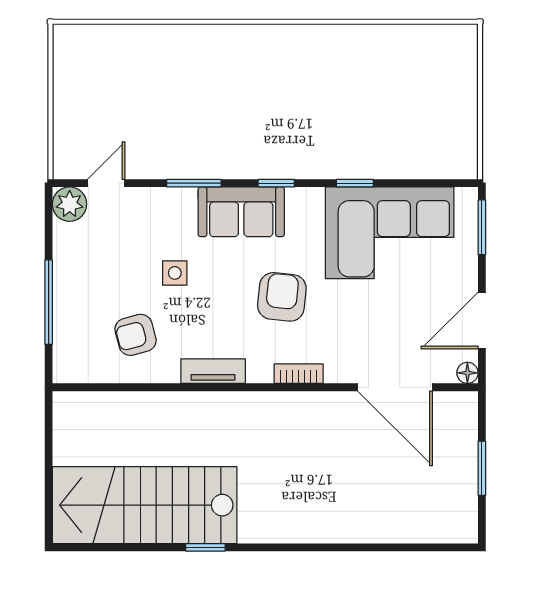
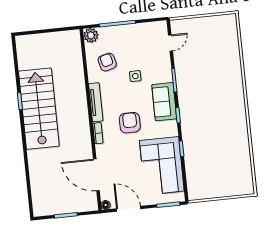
door: (106, 183) -> (170, 43), hinge flipped
plant: (70, 204) -> (91, 35), moved
armchair: (282, 297) -> (130, 123), turned -96
tv unit: (213, 371) -> (96, 102), width x1.41
door: (395, 387) -> (96, 175), hinge flipped
stairs: (145, 505) -> (39, 109), moved

